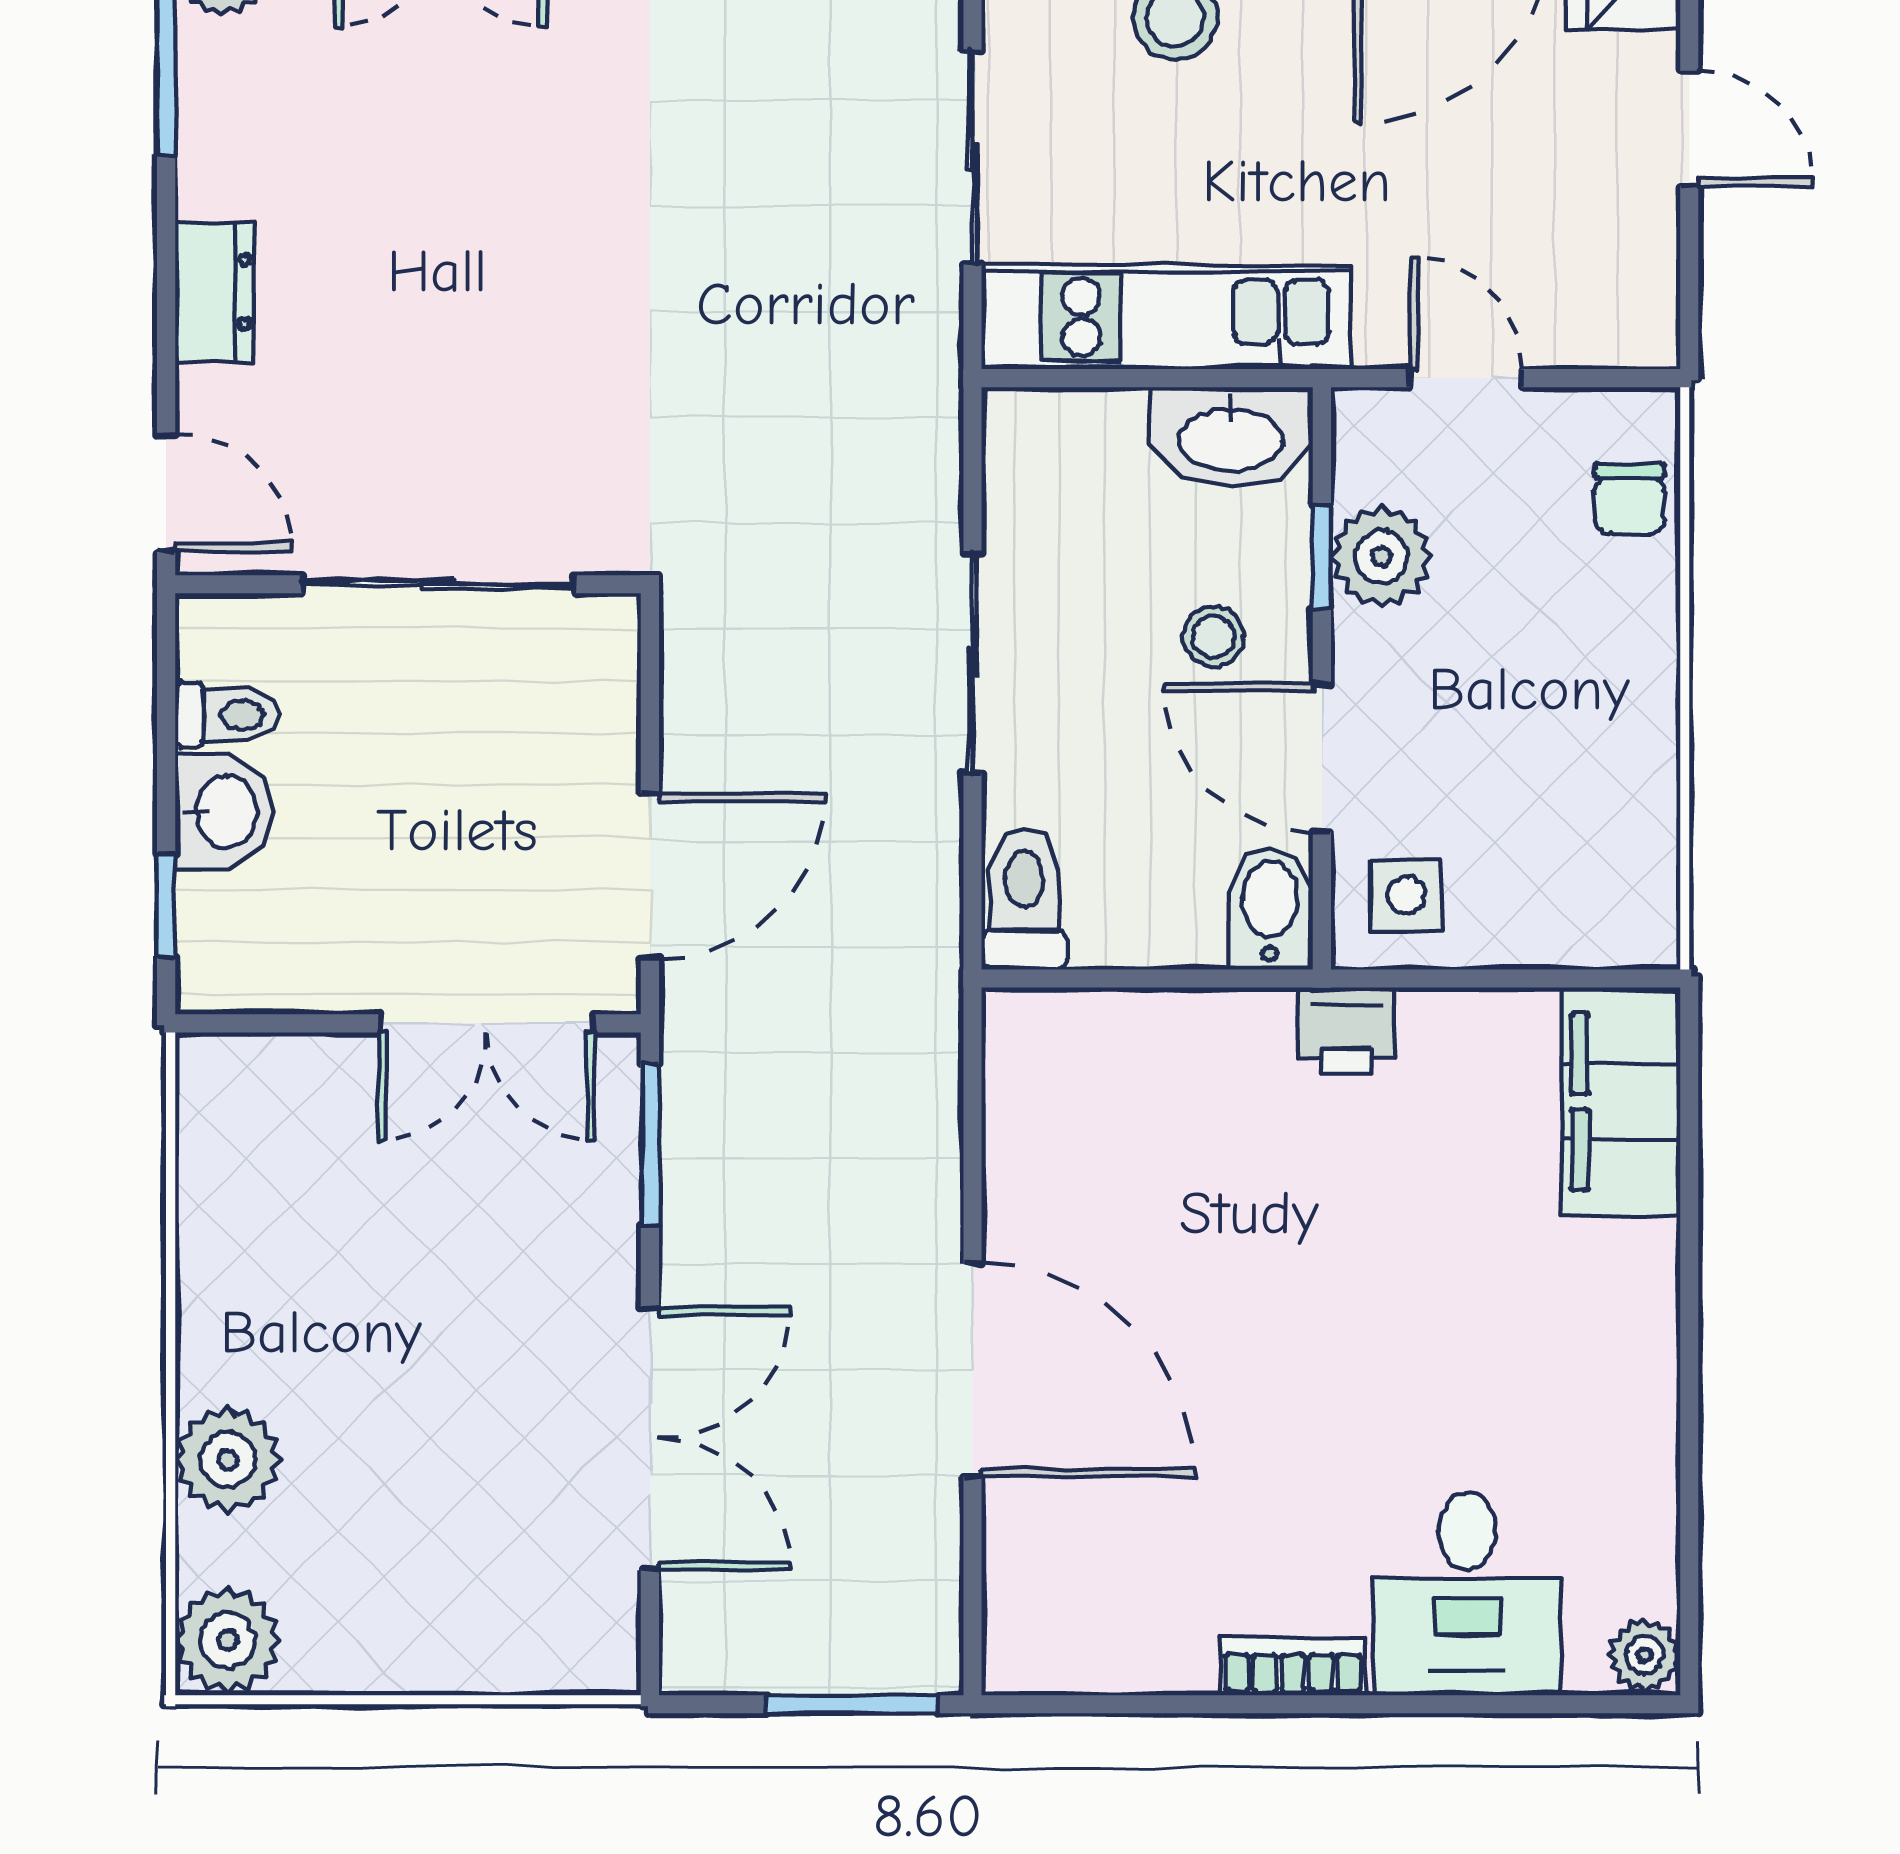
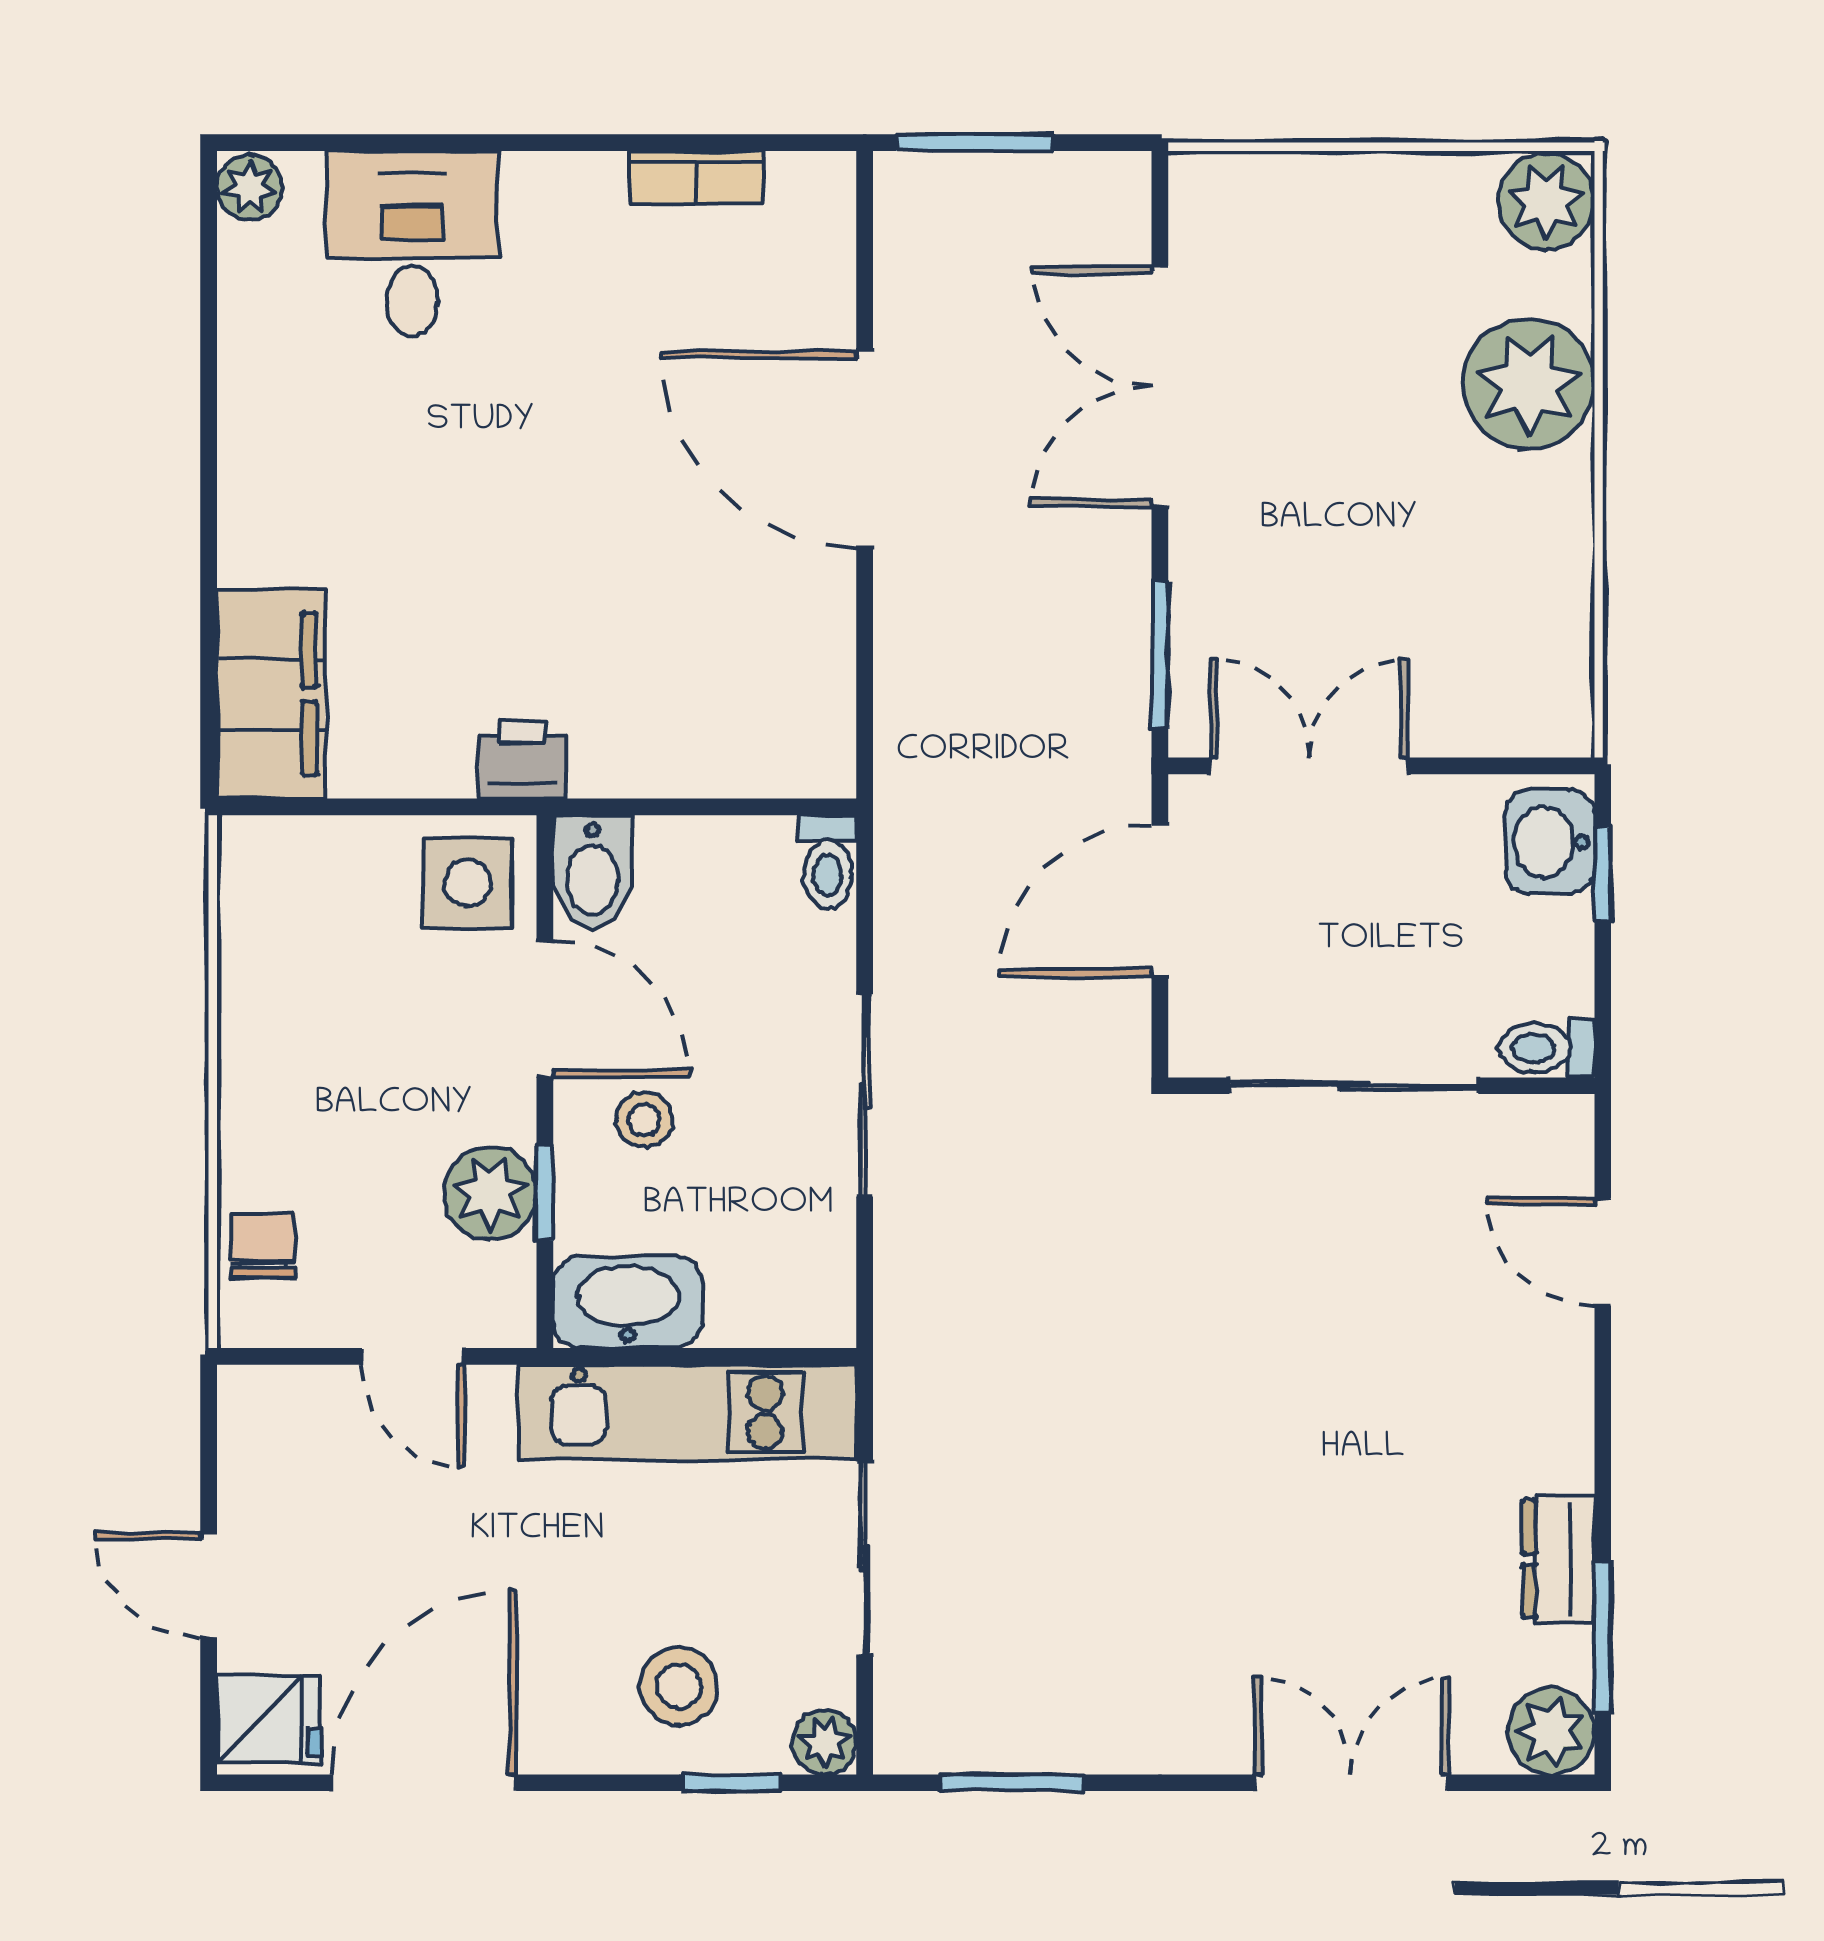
dresser: (214, 292) -> (1559, 1559), moved
wall: (408, 584) -> (1381, 1086), moved
sliding door: (438, 584) -> (1354, 1086), moved
washbasin: (224, 812) -> (1550, 842), moved
side table: (1406, 895) -> (468, 883), width x1.37, depth x1.37
toilet: (1024, 899) -> (828, 862), width x0.73, depth x0.72
plant: (228, 1460) -> (1529, 384), width x1.36, depth x1.36
bookcase: (1293, 1666) -> (696, 178), moved

